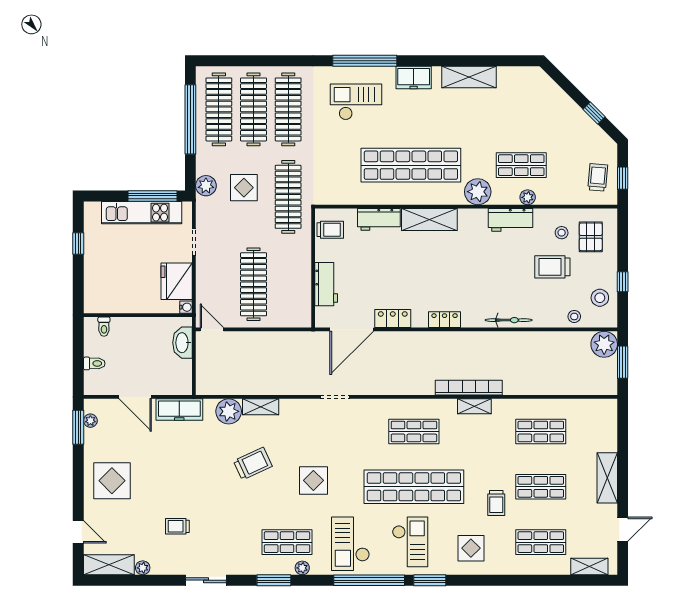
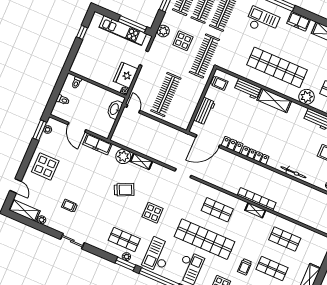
locker: (445, 320) -> (255, 155), width x1.53
window: (274, 580) -> (125, 264), moved

